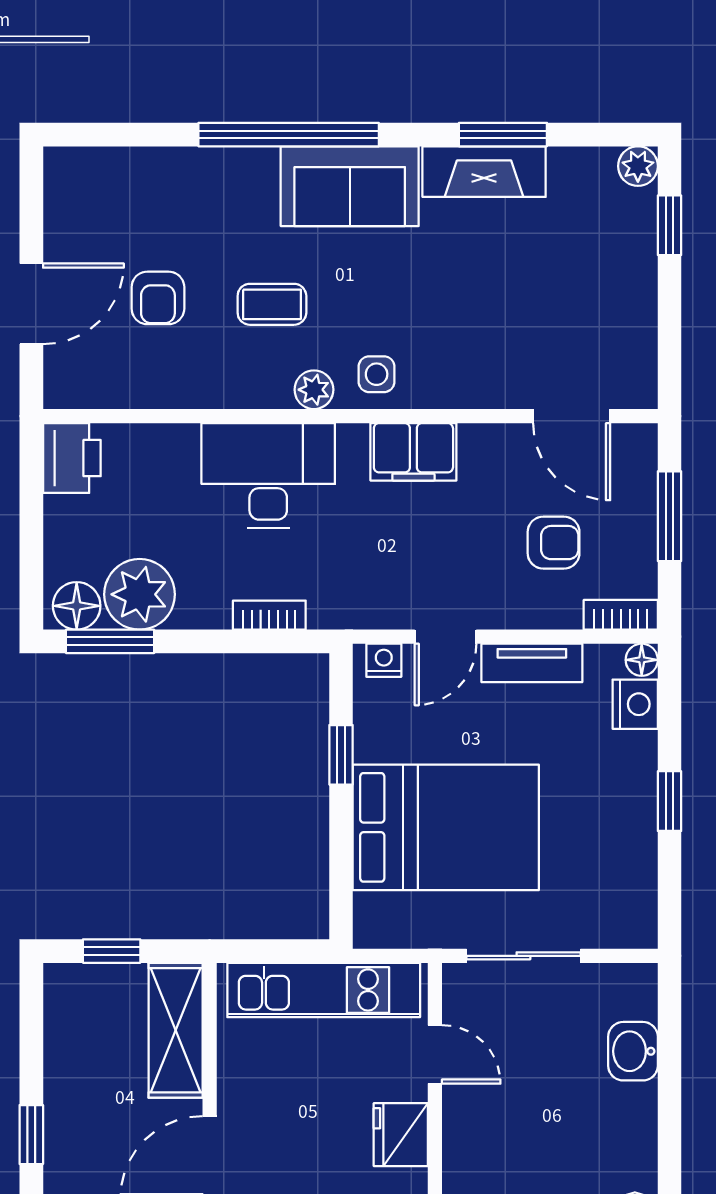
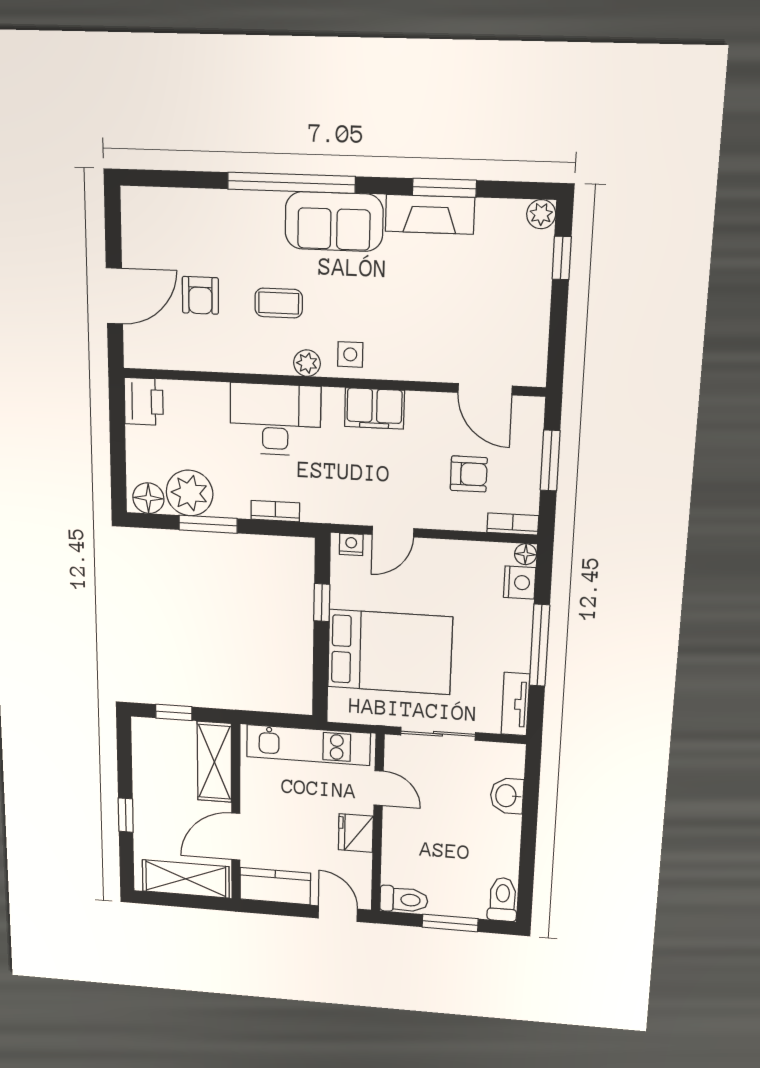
window: (110, 641) -> (208, 524), moved
tv unit: (532, 663) -> (515, 704), moved, turned 90
window: (669, 801) -> (539, 645), width x2.17

